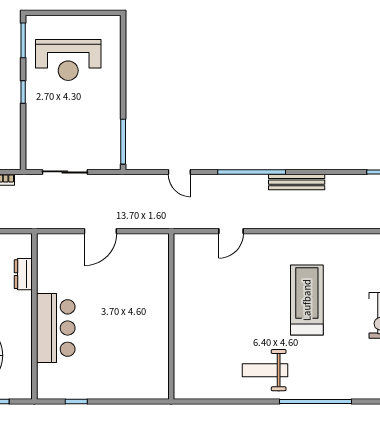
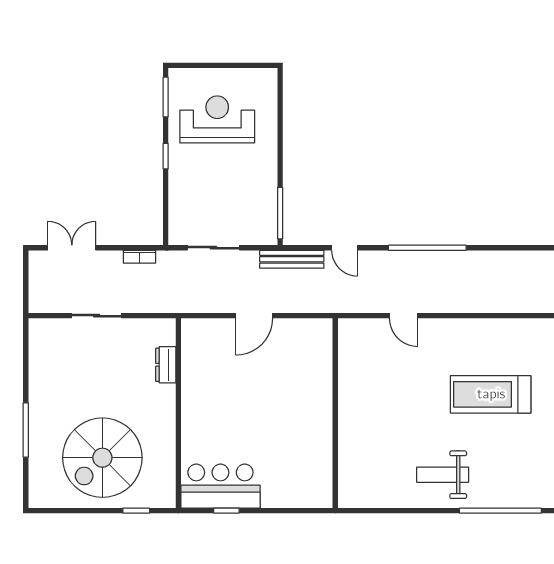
reception desk: (68, 60) -> (217, 119), turned 180
bench: (297, 182) -> (292, 259), moved
door: (231, 231) -> (404, 316), hinge flipped
treadmill: (307, 300) -> (491, 394), turned -90
bar counter: (56, 328) -> (220, 486), moved, turned -90

